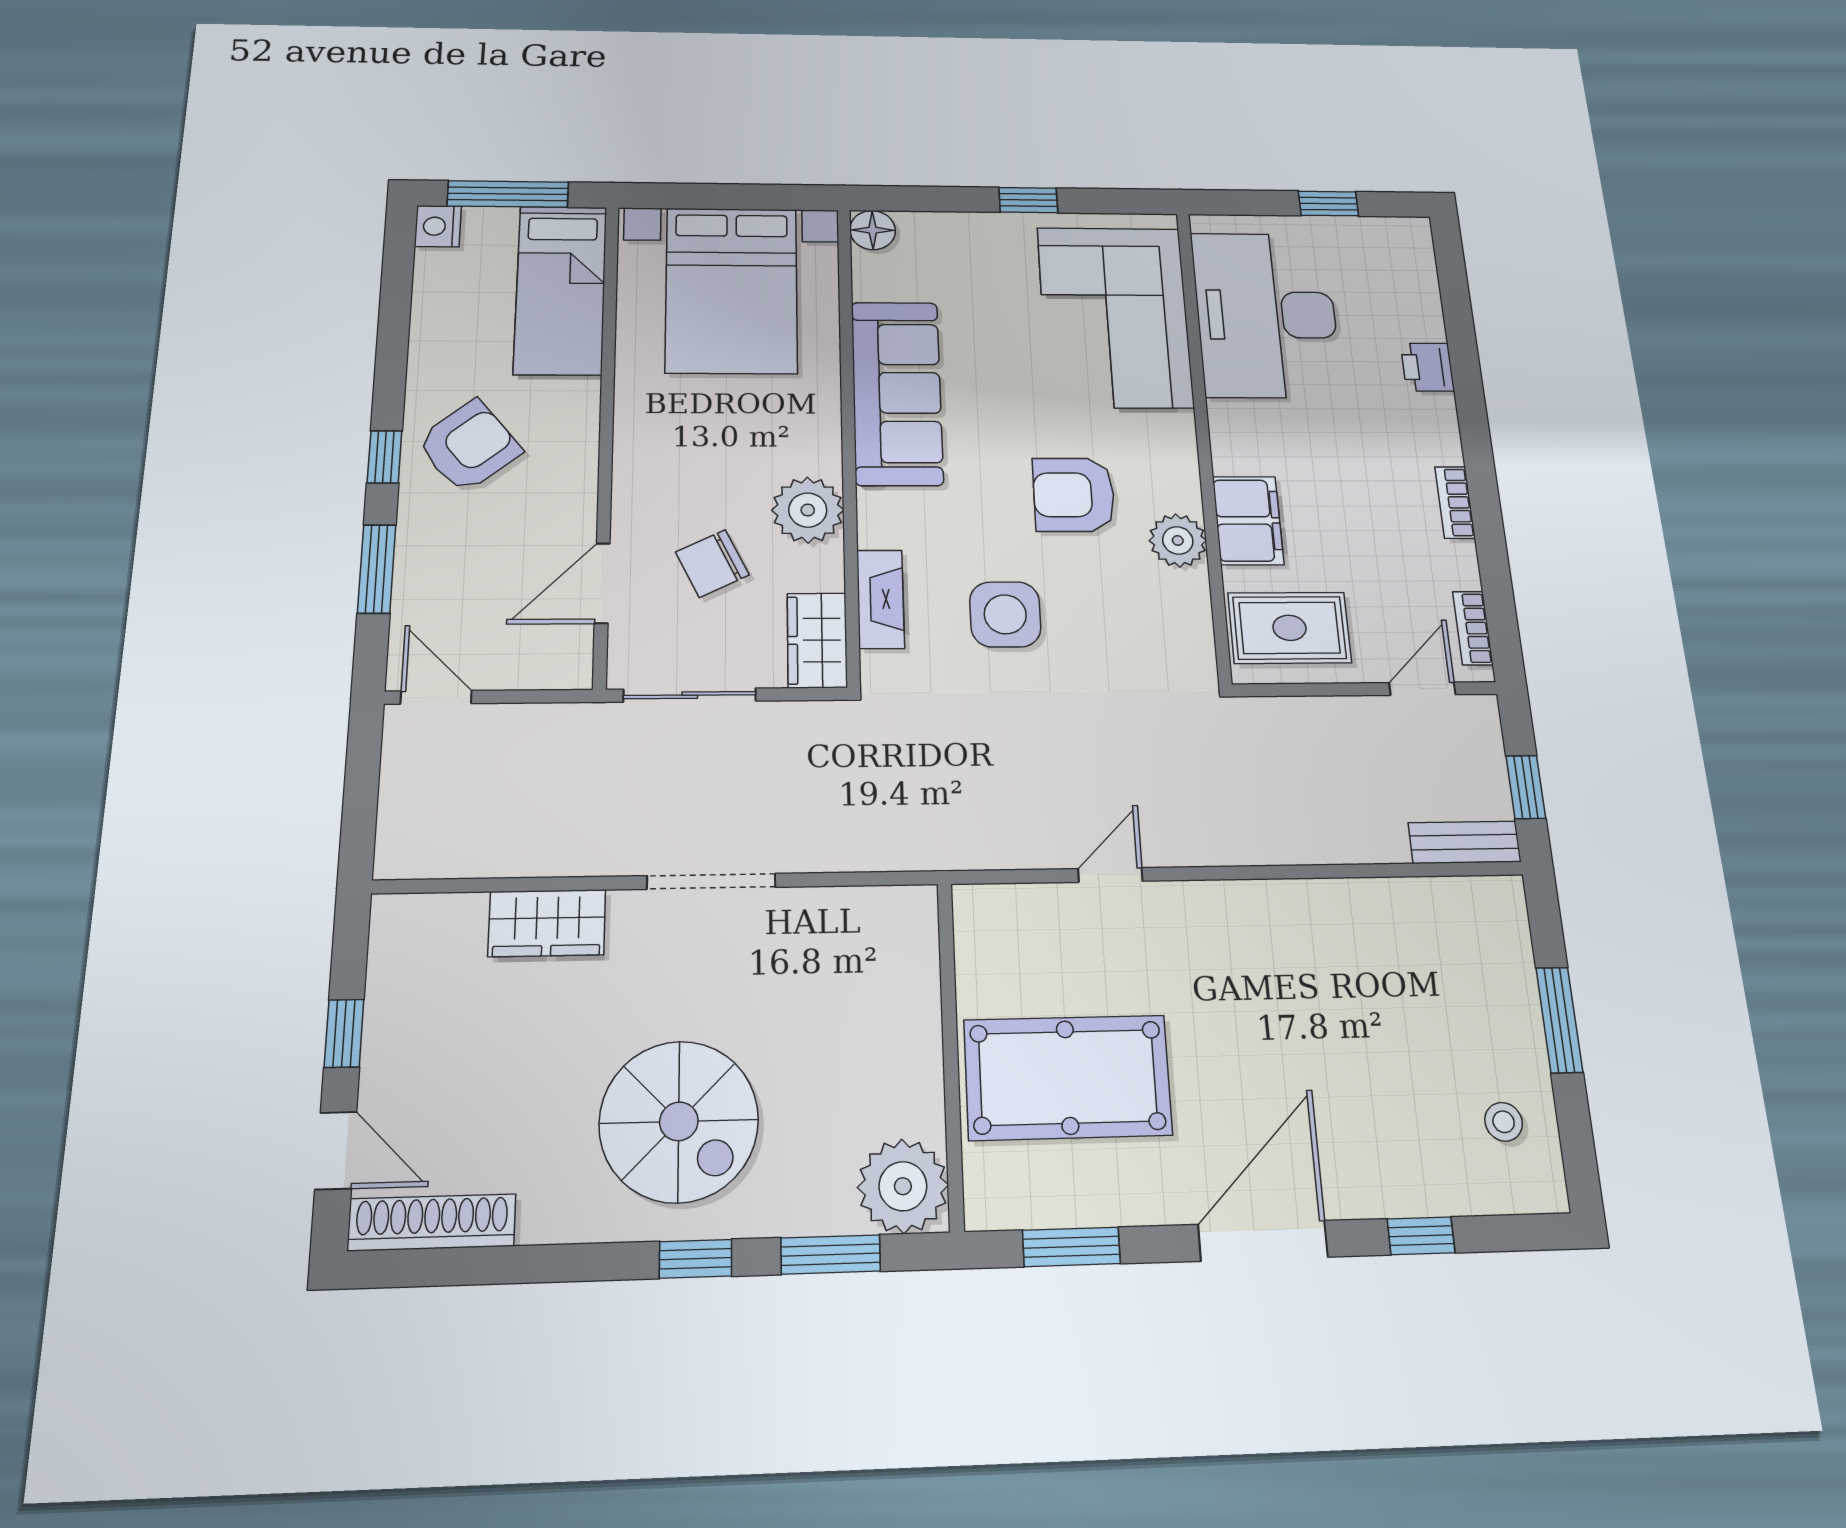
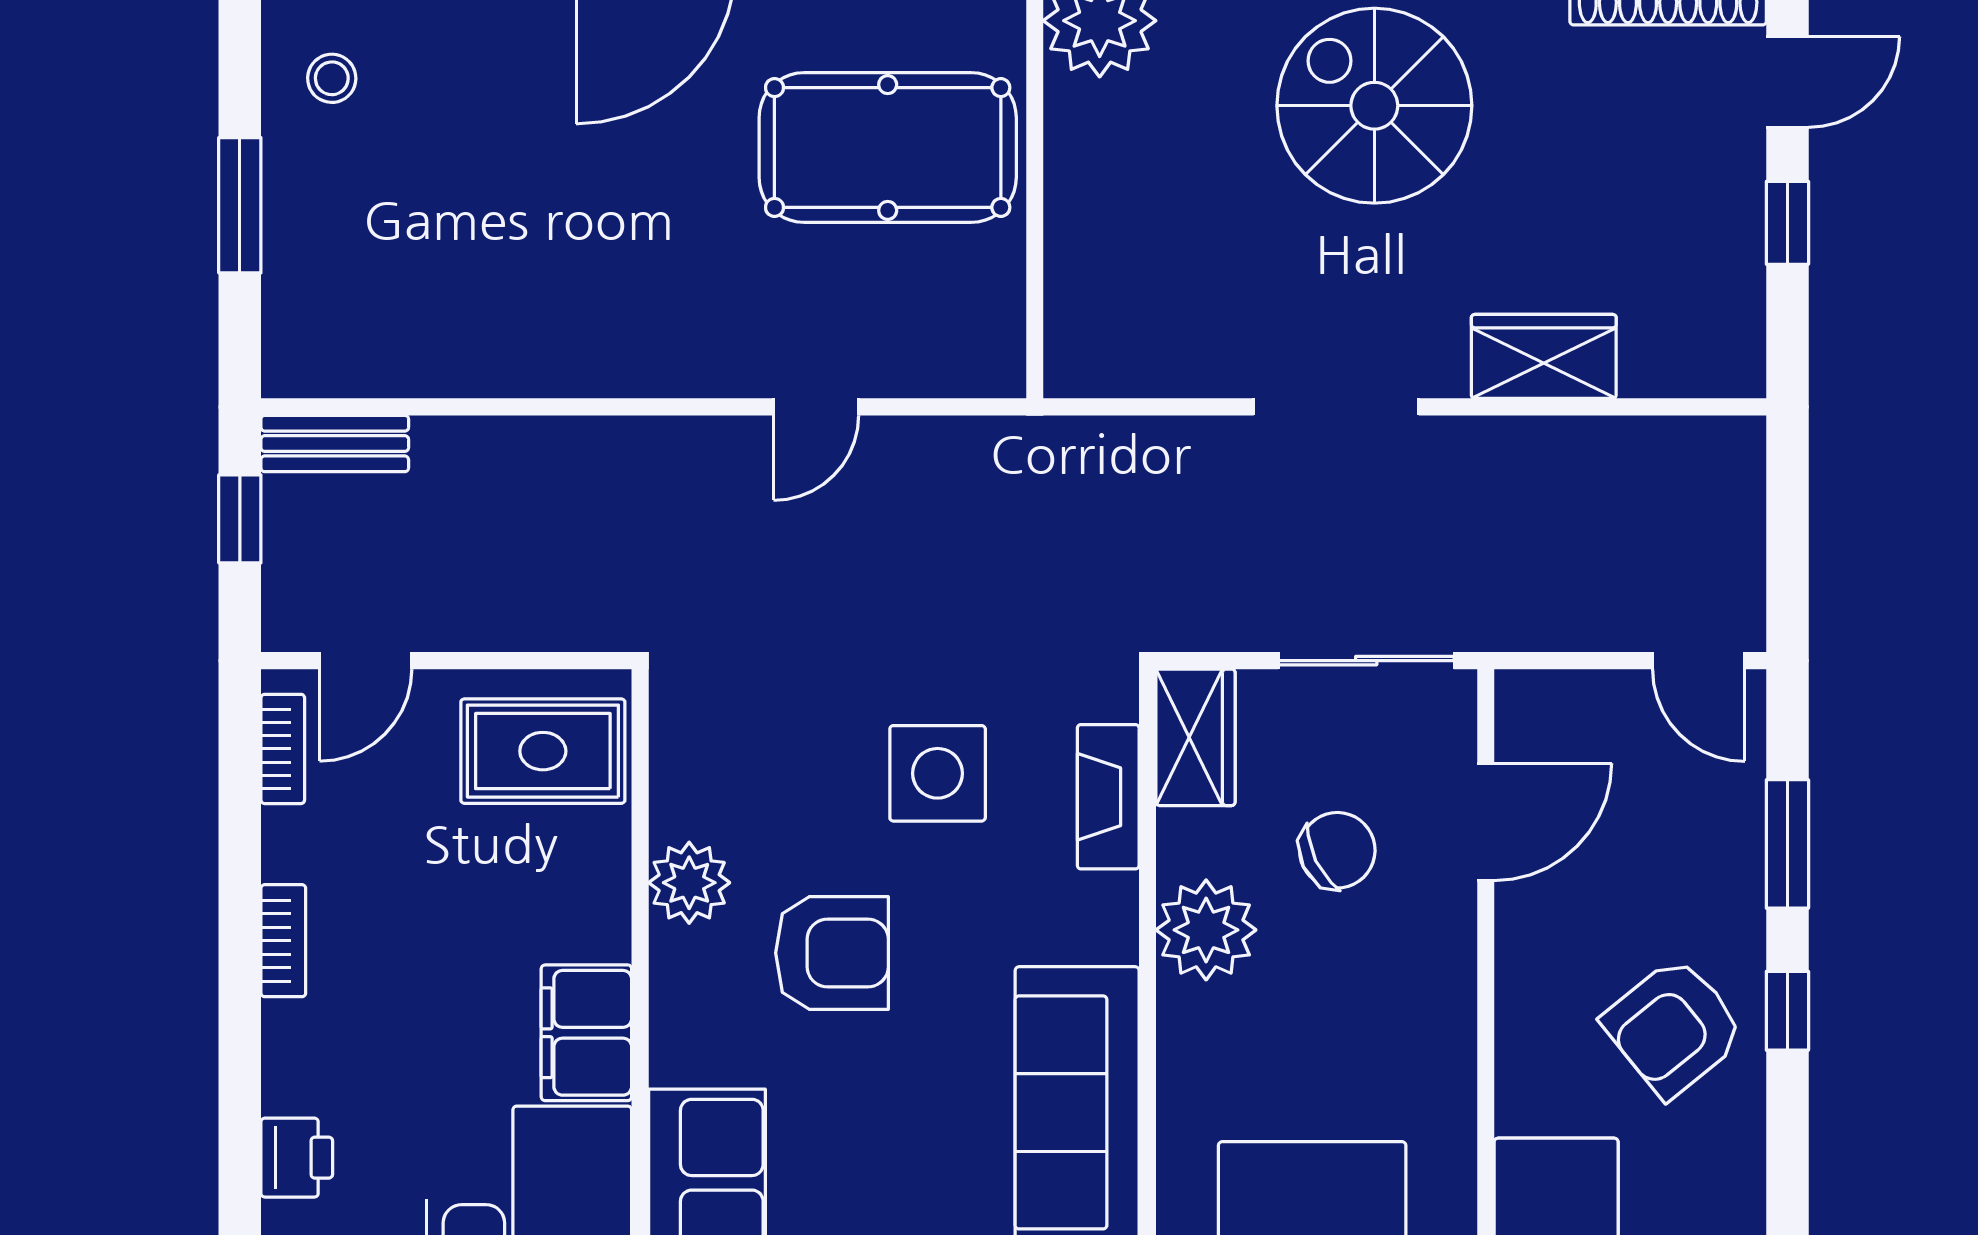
filing cabinet: (1248, 520) -> (586, 1033), moved
door: (336, 1150) -> (1787, 82), swing flipped

